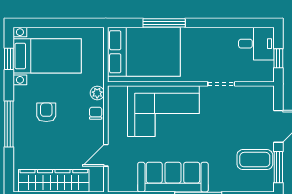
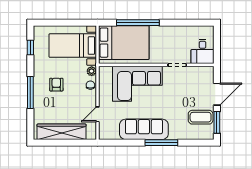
window: (164, 23) -> (138, 23), width x1.46
desk: (256, 44) -> (203, 51), moved, turned 90
bed with nightstands: (47, 56) -> (73, 46), moved, turned 180
window: (278, 58) -> (217, 47), removed

